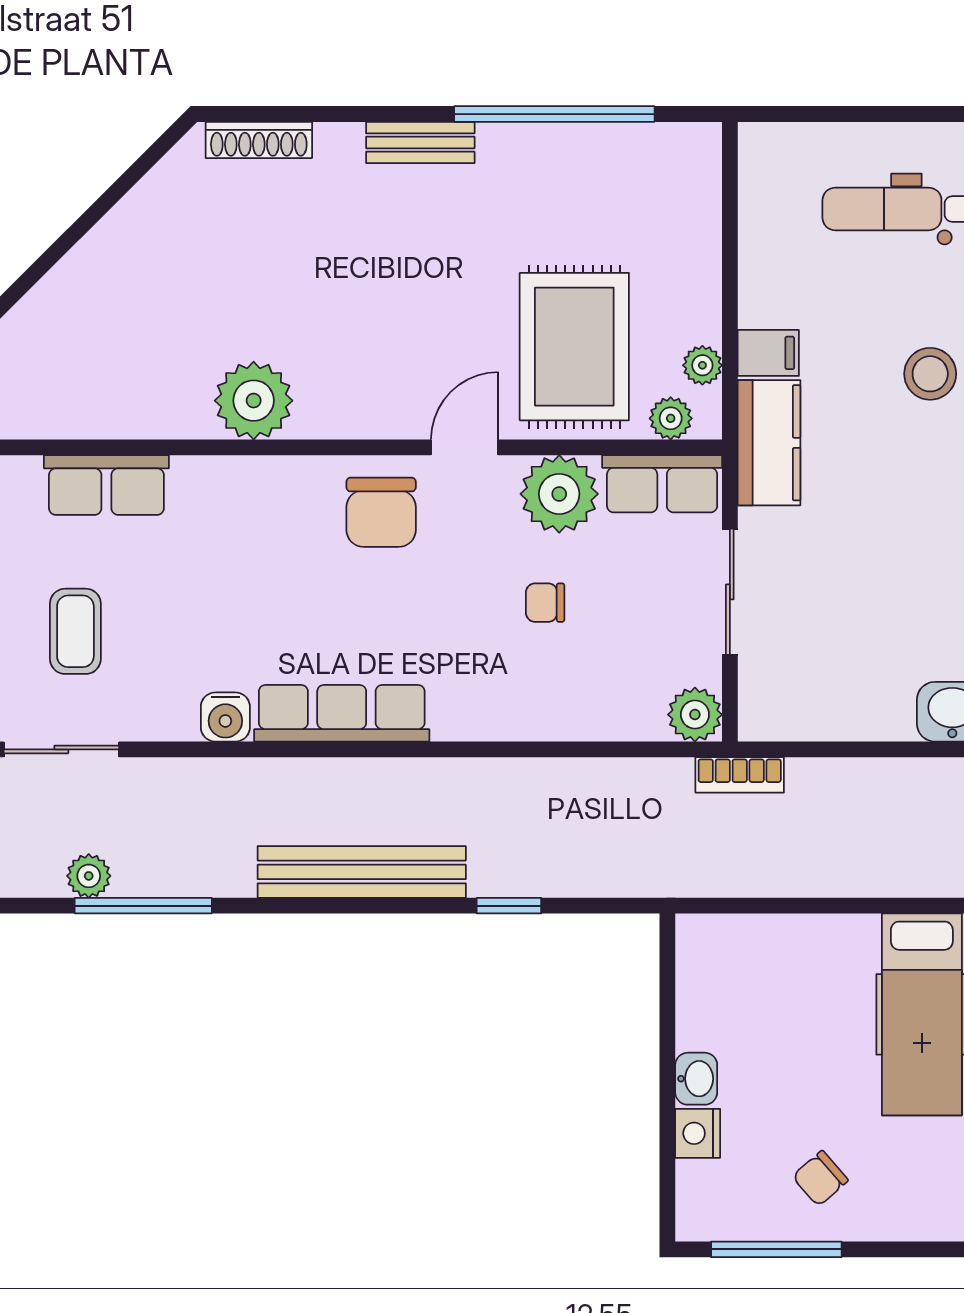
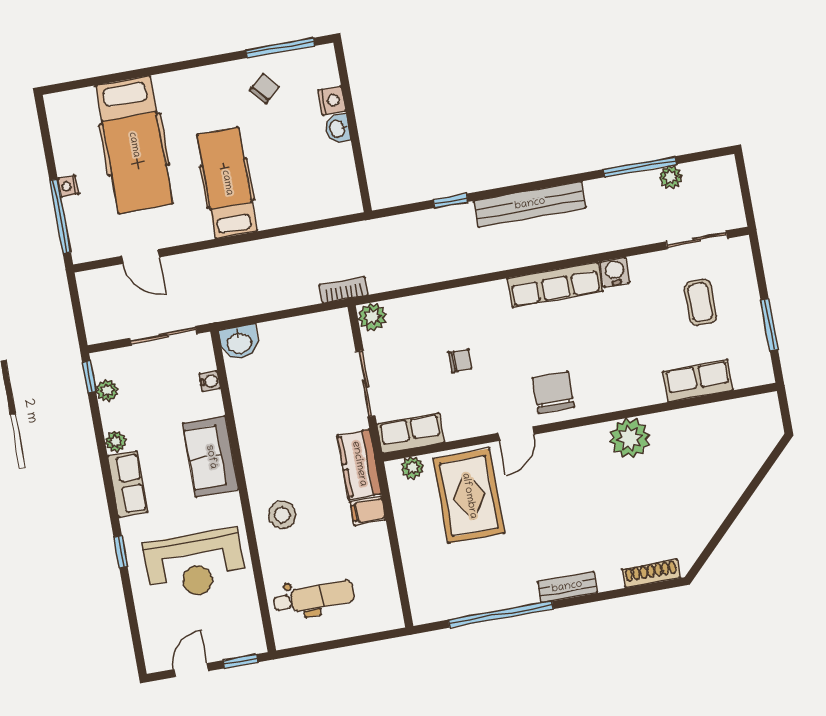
plant: (702, 365) -> (401, 498), removed
plant: (559, 494) -> (463, 418), removed

